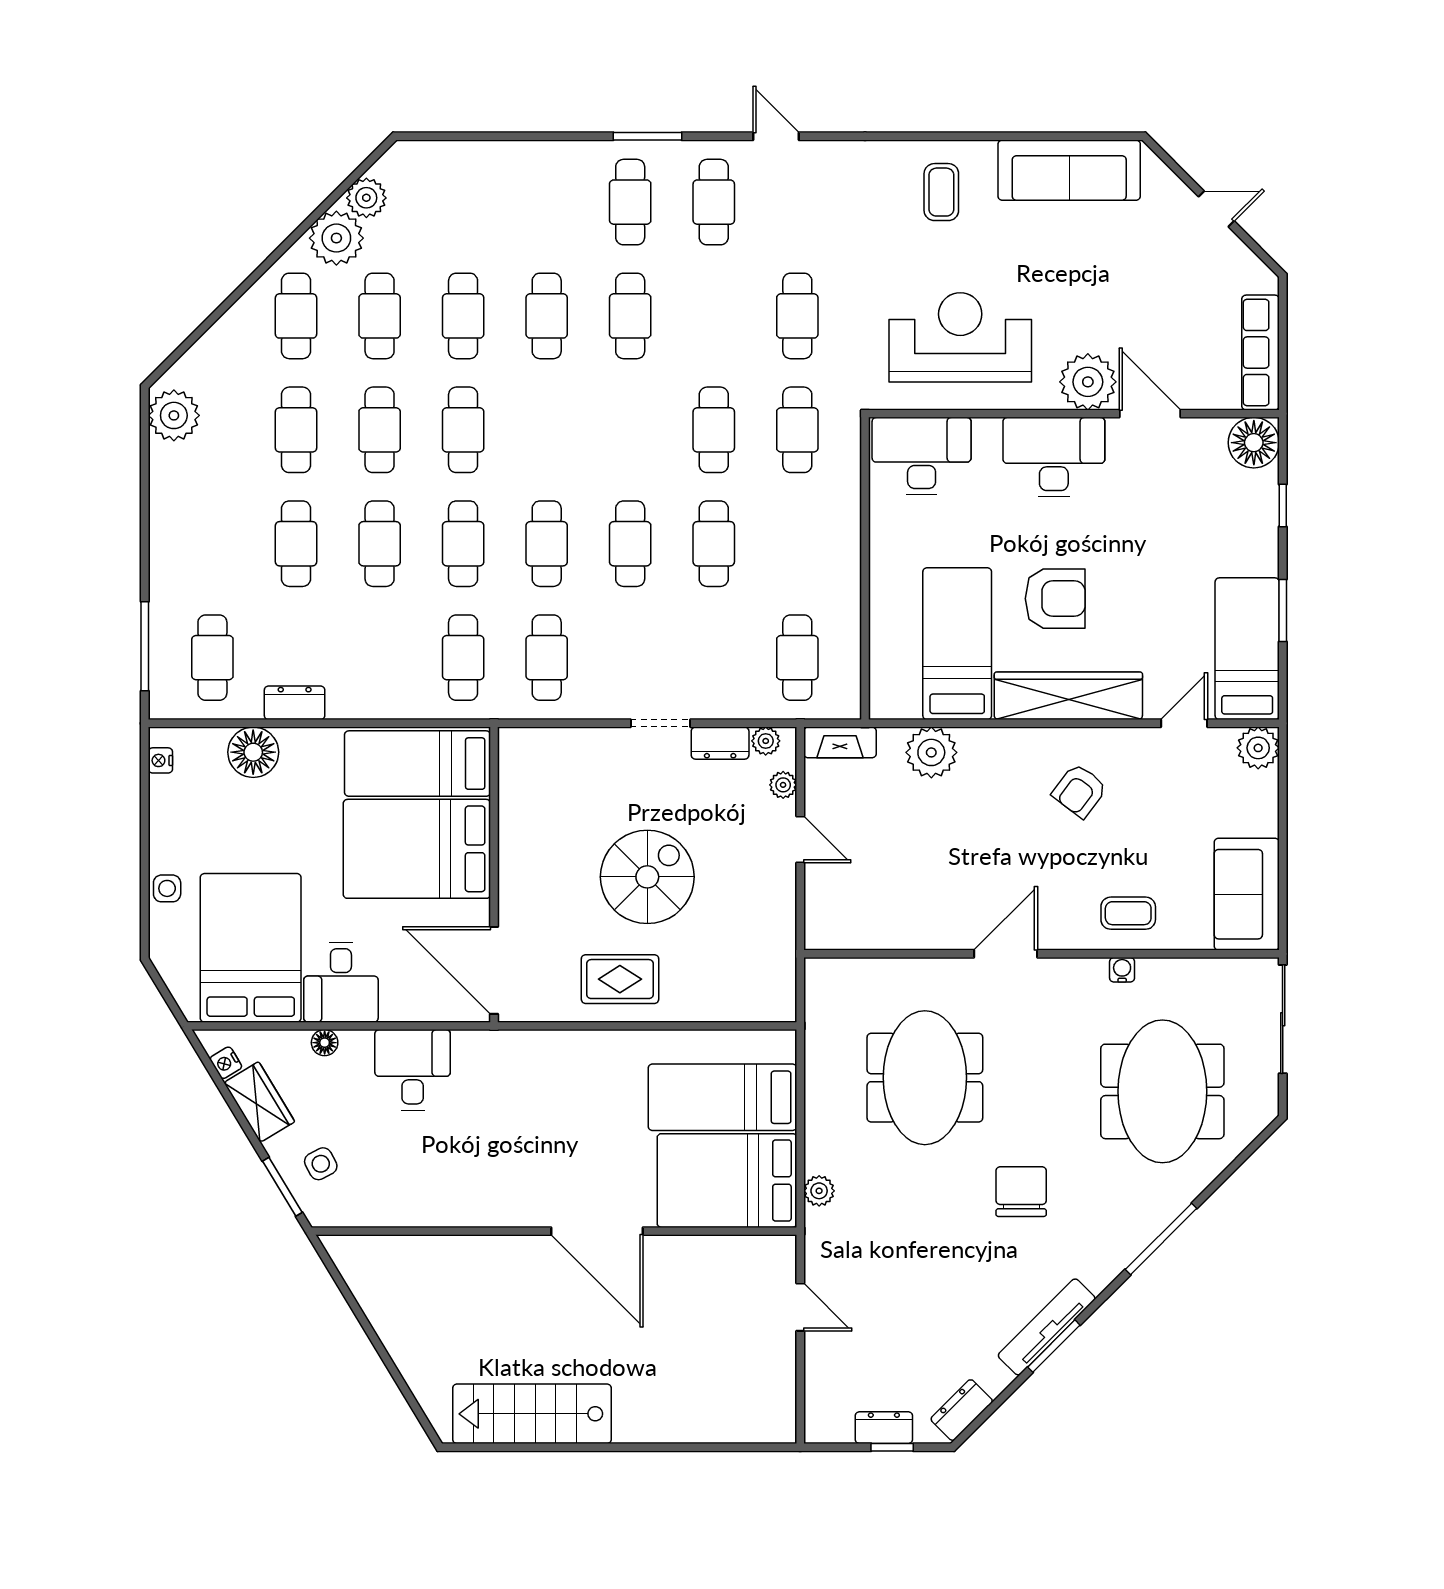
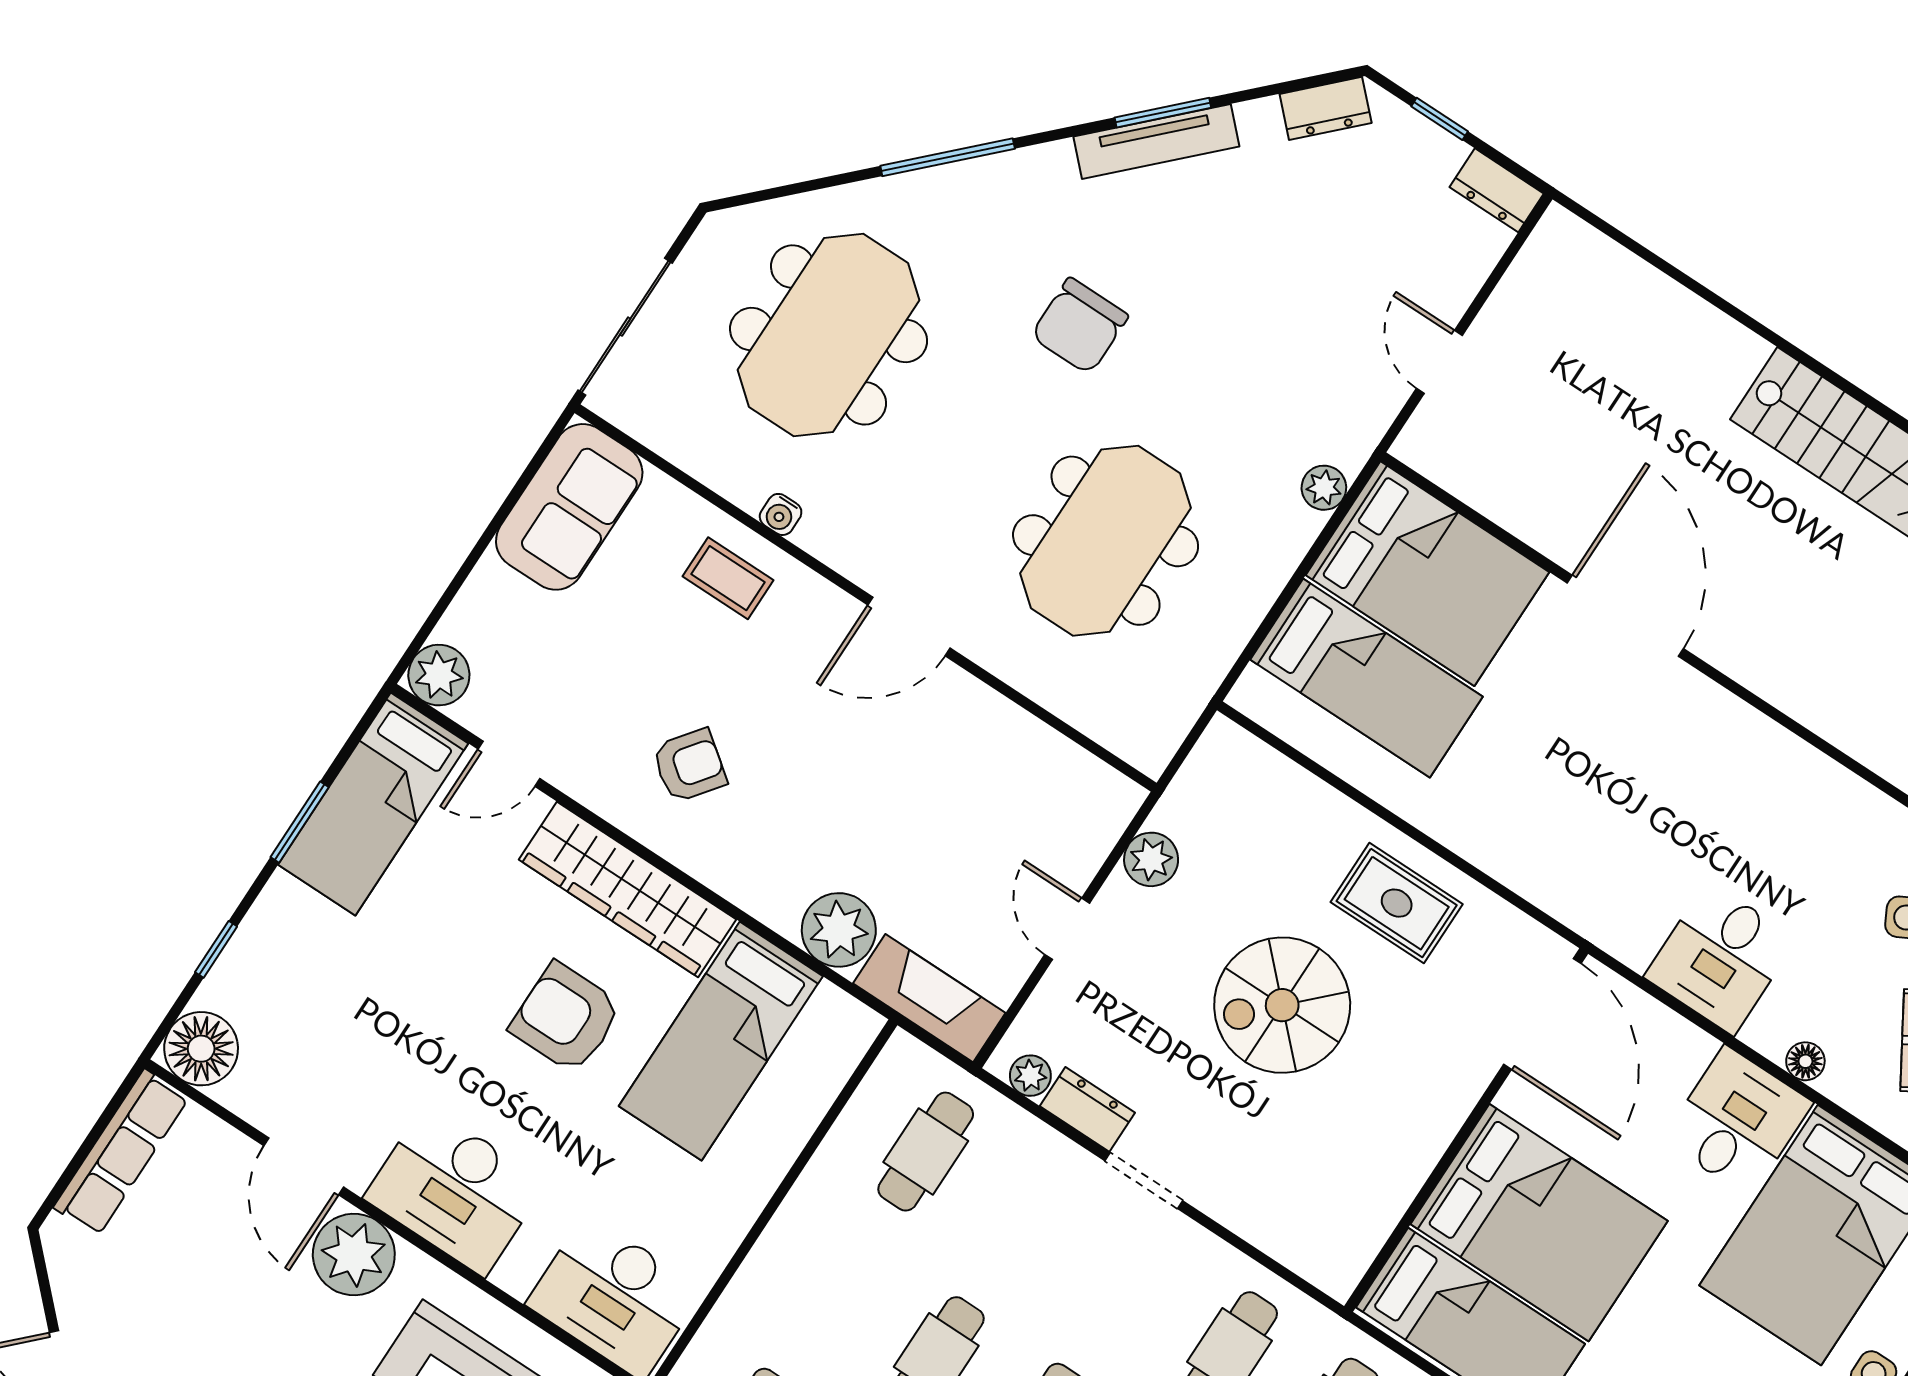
fireplace: (840, 742) -> (929, 998), width x1.37, depth x1.32
plant: (783, 785) -> (1151, 859), moved, width x1.38, depth x1.38
dresser: (884, 1428) -> (1497, 190), moved

